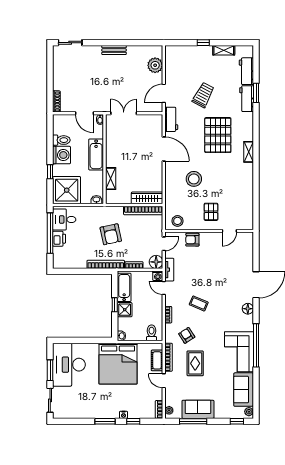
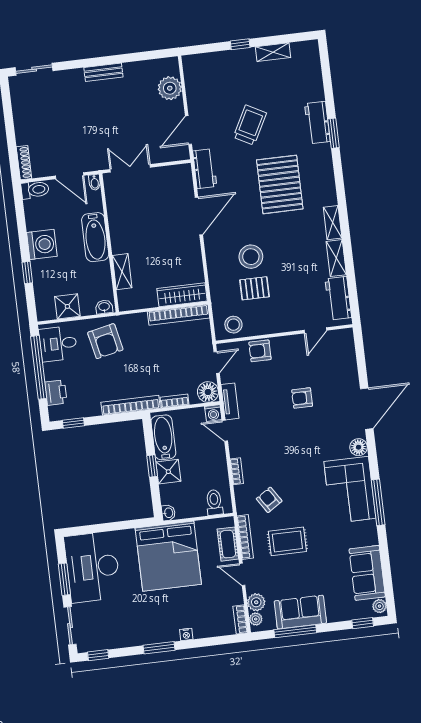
workbench: (246, 71) -> (338, 298), moved
window: (256, 93) -> (333, 133), moved
toilet: (61, 140) -> (35, 190), moved
door: (164, 149) -> (199, 216), hinge flipped
shelving: (249, 152) -> (333, 223), moved
shelving: (248, 186) -> (336, 258), added
shower: (67, 190) -> (67, 306), width x0.54, depth x0.54
pallet: (211, 212) -> (254, 288), moved, turned 90
armchair: (111, 234) -> (105, 341), moved
printer: (59, 239) -> (56, 393), moved
window: (68, 271) -> (73, 423), added
armchair: (216, 273) -> (302, 398), added
coffee table: (199, 303) -> (282, 448), removed
window: (256, 345) -> (378, 502), width x0.68
corner sofa: (239, 352) -> (350, 490), moved
rug: (195, 363) -> (287, 541), turned 90
plant: (171, 400) -> (256, 602), added
window: (133, 421) -> (98, 655), moved

